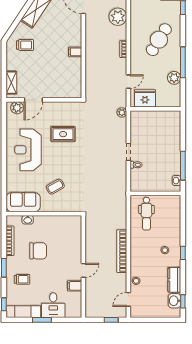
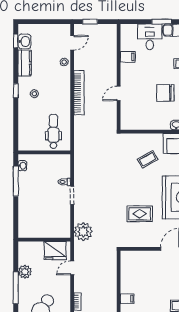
plant: (122, 113) -> (83, 232), width x1.87, depth x1.87
door: (83, 270) -> (119, 93), moved

